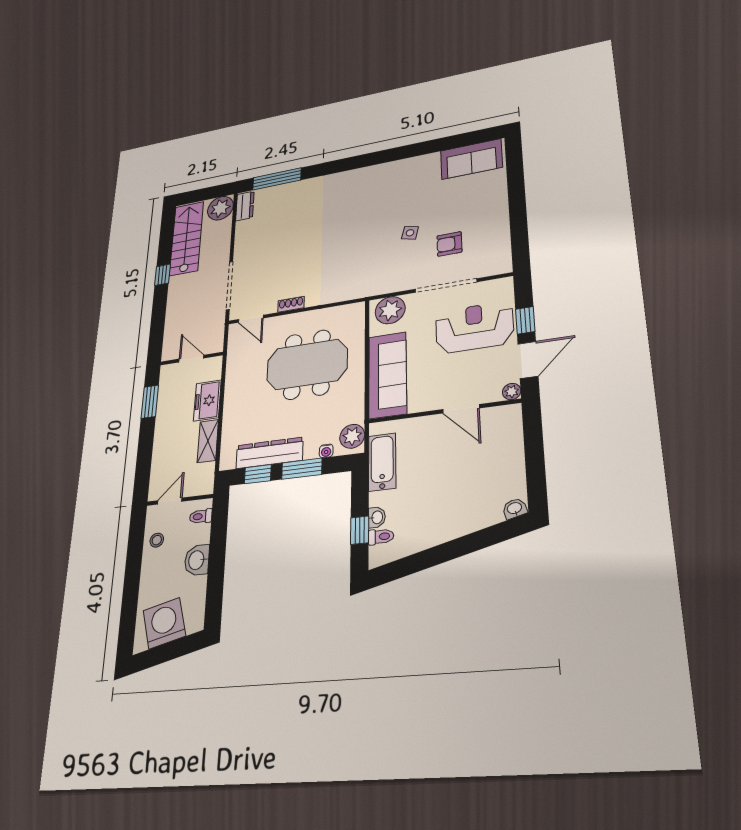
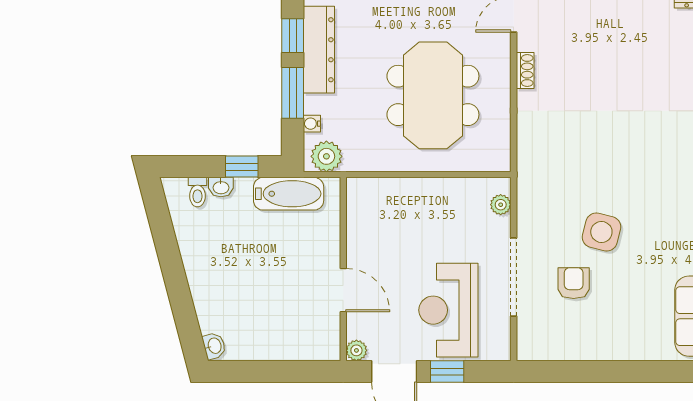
side table: (410, 233) -> (601, 232), width x1.87, depth x1.87
plant: (390, 310) -> (501, 205), width x0.53, depth x0.53
reception desk: (474, 327) -> (448, 310), turned 180
sofa: (388, 375) -> (402, 201), removed
door: (461, 409) -> (343, 290), swing flipped
window: (360, 530) -> (242, 167), moved

